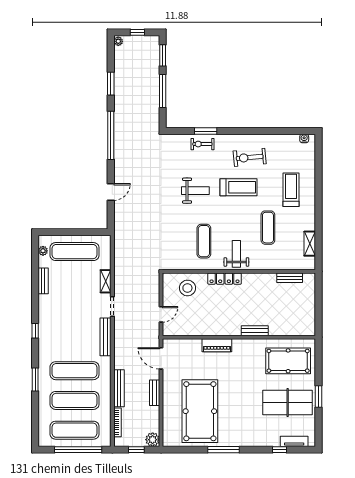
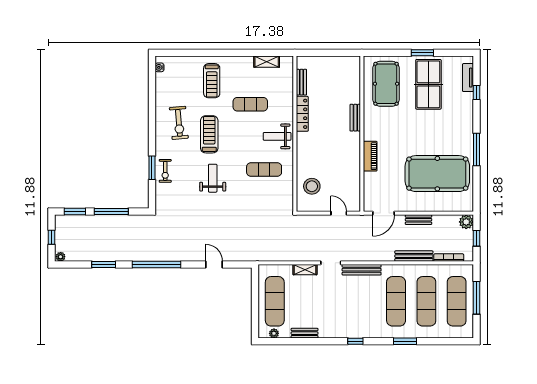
treadmill: (291, 190) -> (212, 81), turned -90
locker: (225, 279) -> (302, 114), moved
window: (78, 450) -> (476, 298), width x0.68

